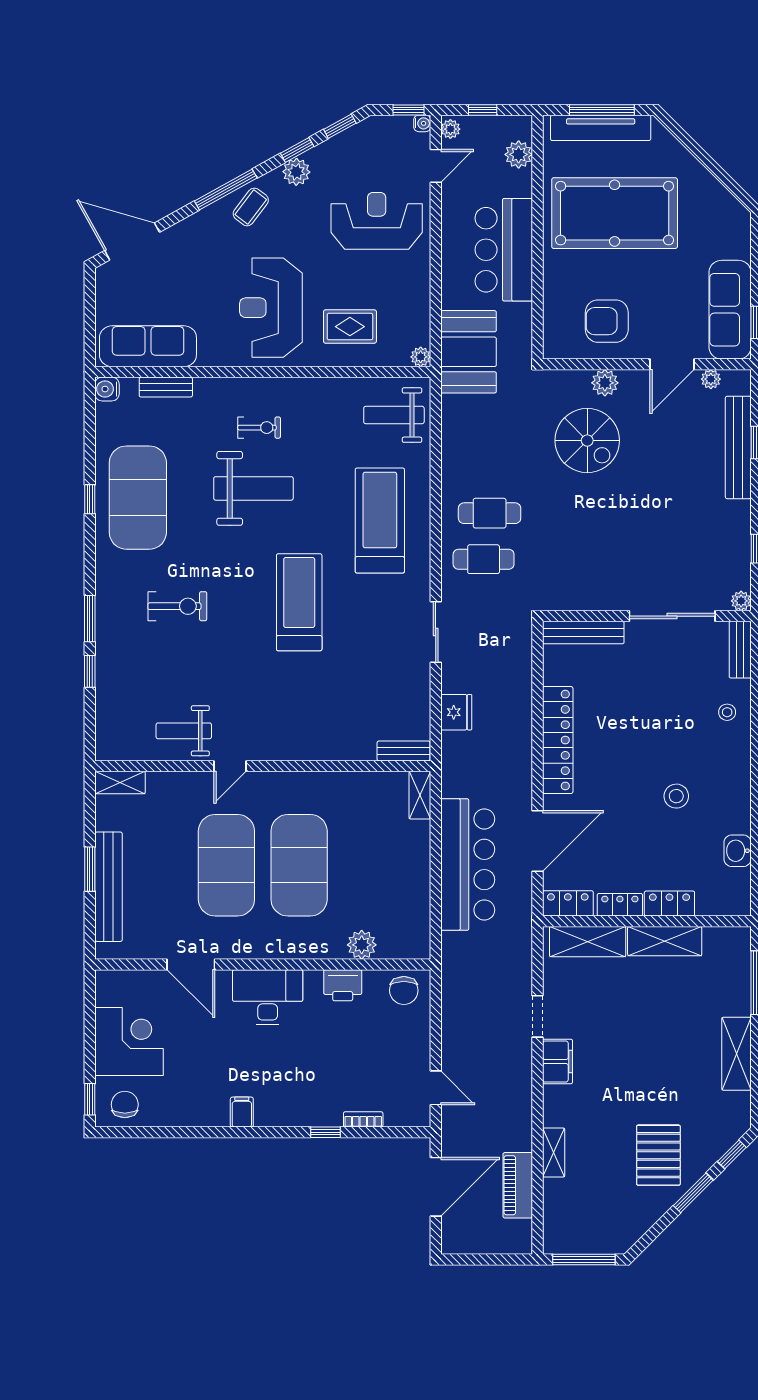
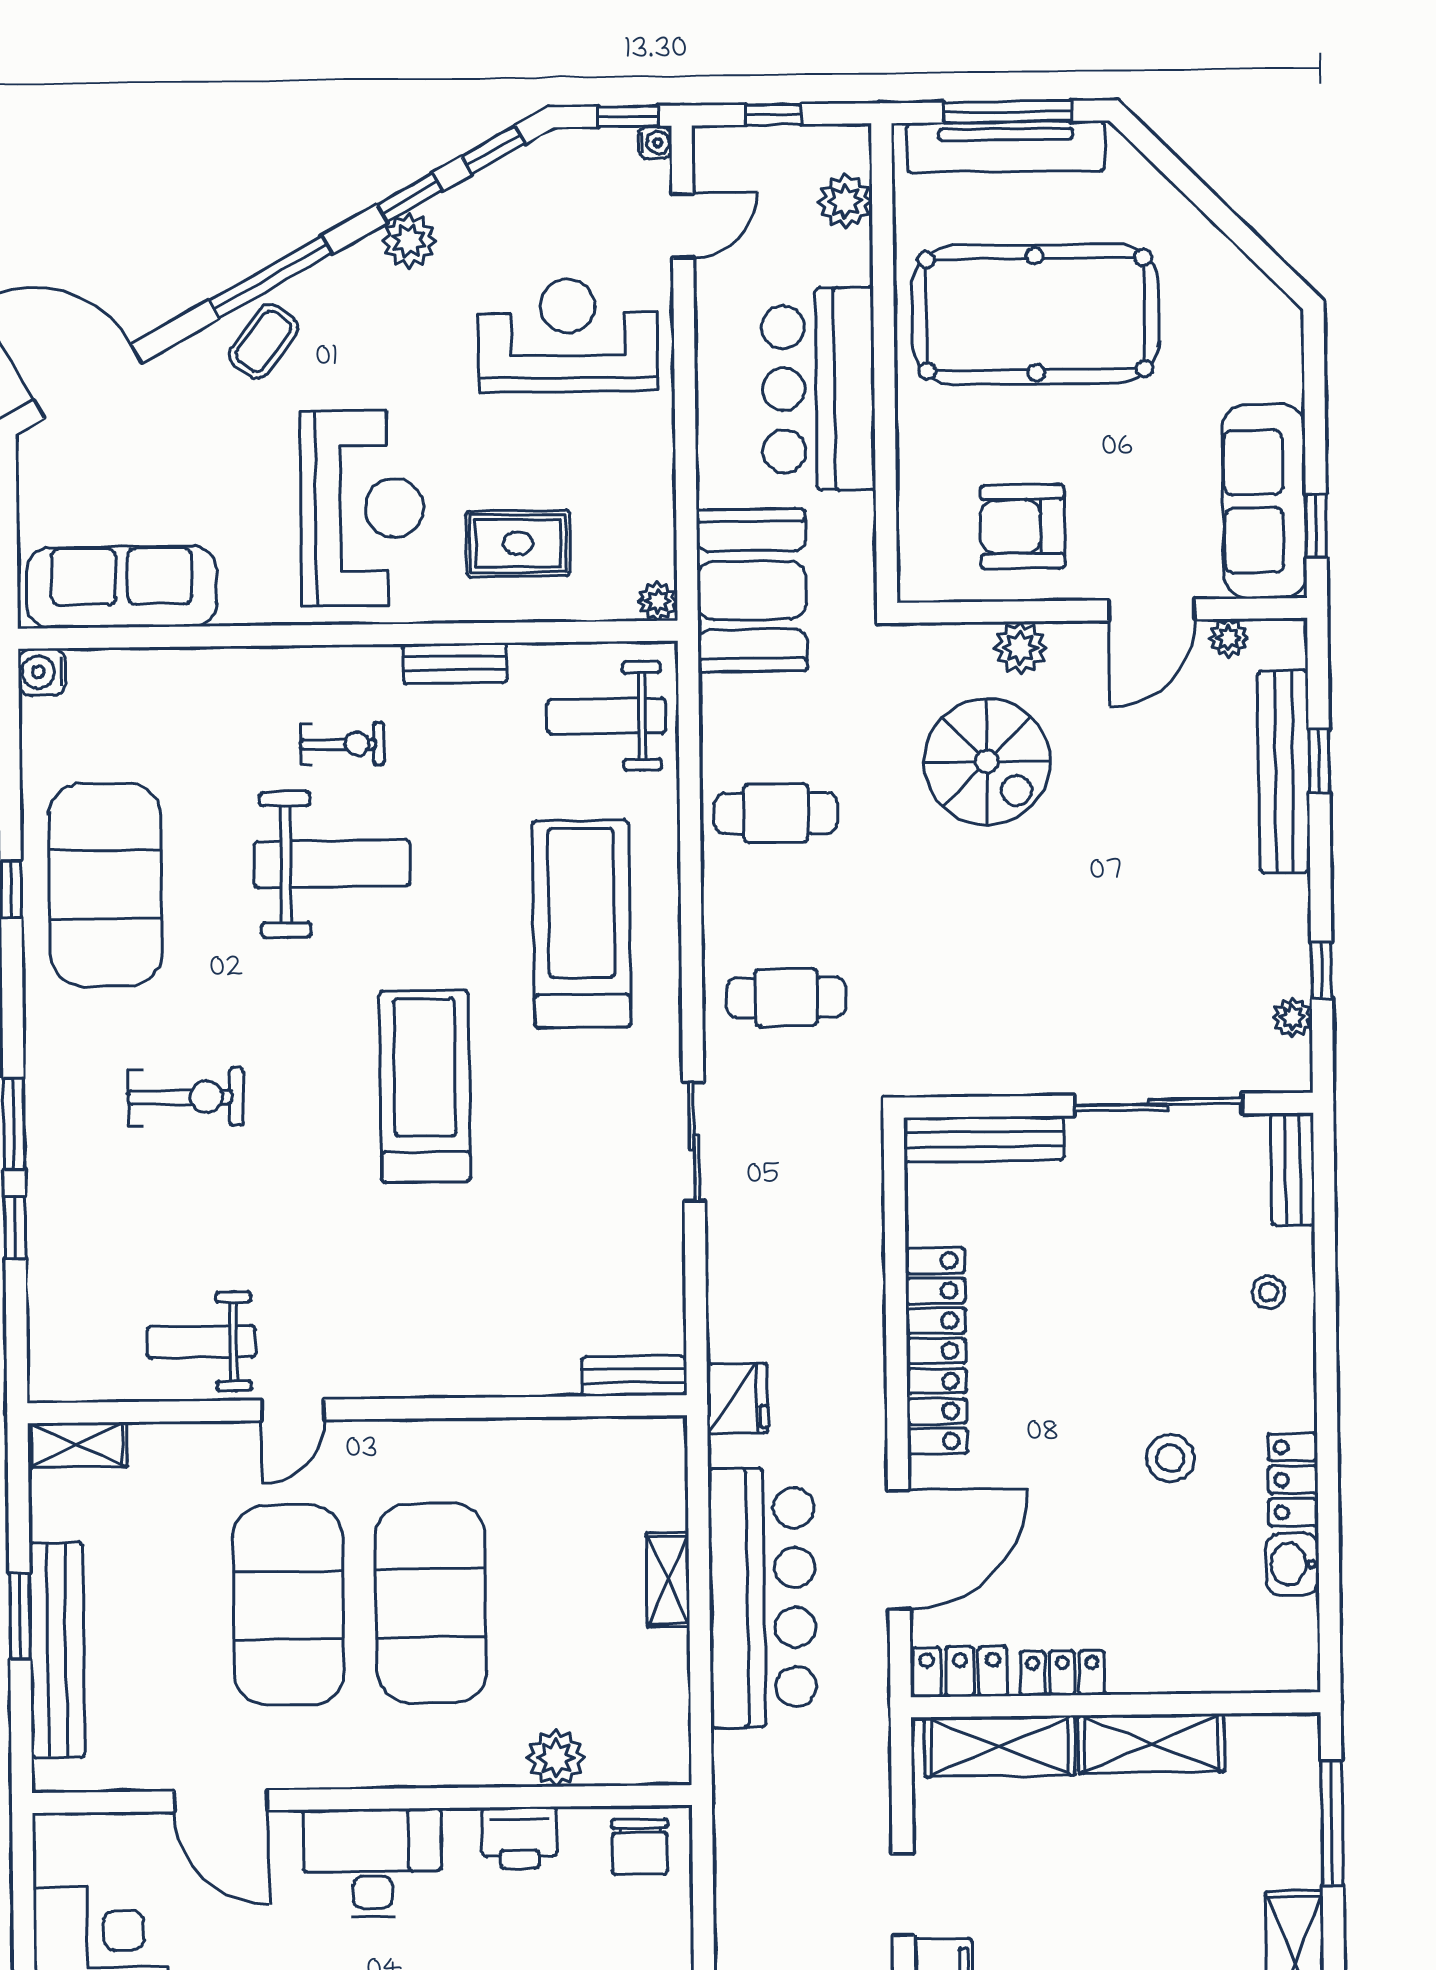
plant: (450, 129) -> (711, 153), removed
coffee table: (251, 207) -> (264, 341), moved
reception desk: (271, 308) -> (362, 508), turned 180
bench: (166, 387) -> (455, 663), moved
cafe table: (490, 513) -> (776, 813), moved
plant: (741, 601) -> (1293, 1017), moved
fridge: (456, 712) -> (737, 1398), moved
shelving: (420, 795) -> (668, 1580), moved
locker: (669, 904) -> (1293, 1480), moved, turned -90

